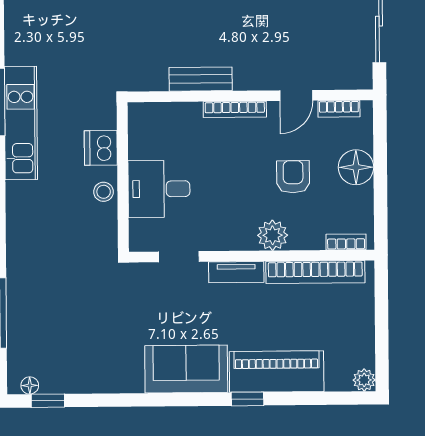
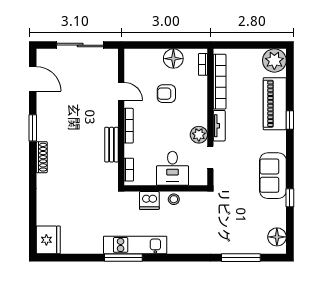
bookcase: (339, 109) -> (129, 170), moved
floor lamp: (356, 167) -> (173, 59), moved
plant: (273, 235) -> (199, 135), moved
sofa: (186, 369) -> (273, 176), moved
plant: (364, 380) -> (274, 60), width x1.88, depth x1.88
floor lamp: (30, 385) -> (277, 237), width x1.89, depth x1.89
window: (48, 401) -> (290, 198), moved

